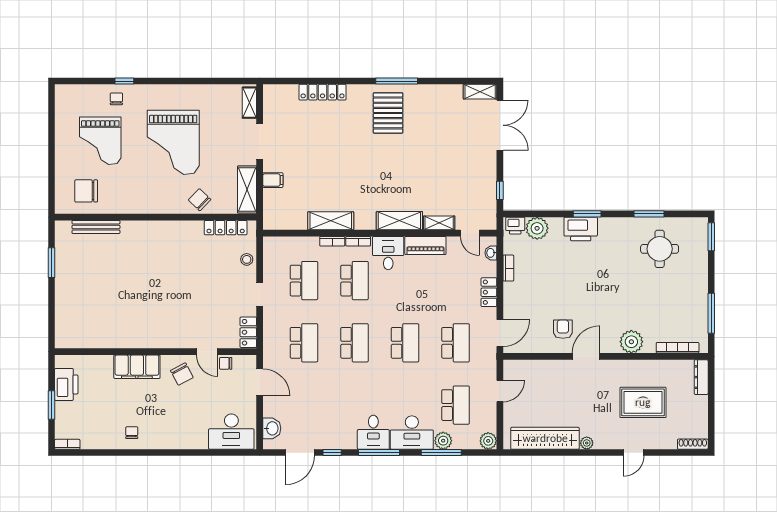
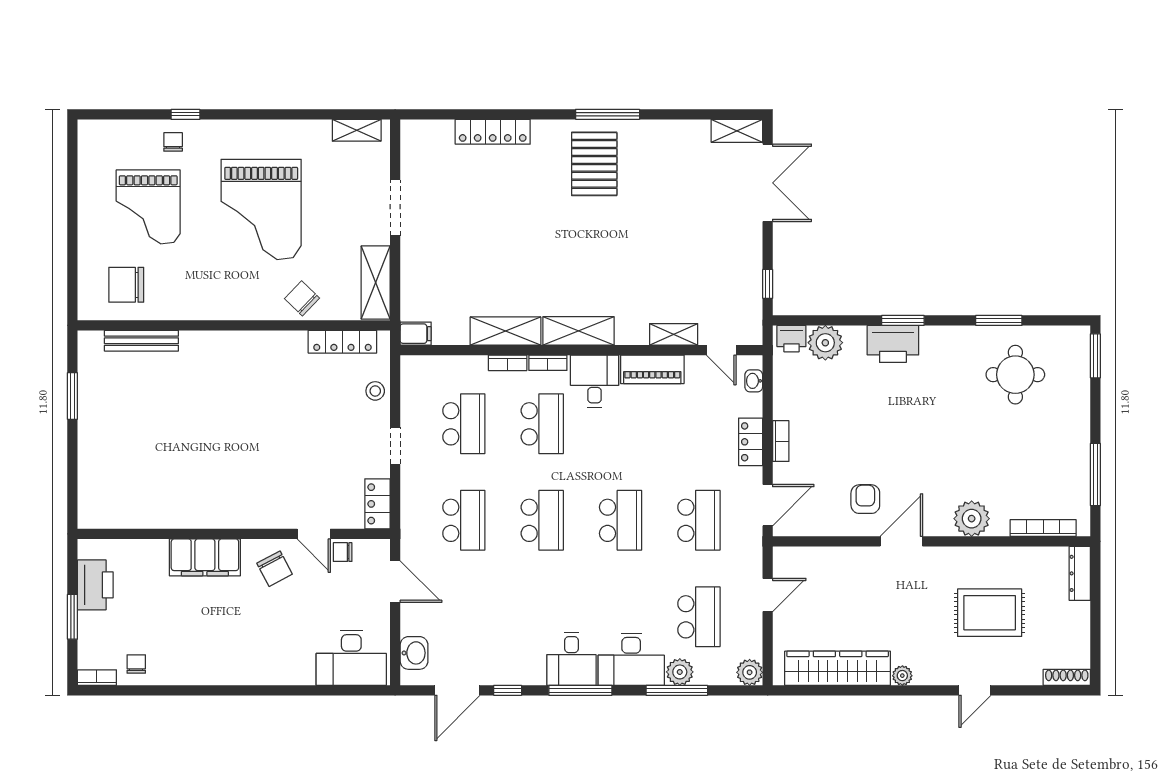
shelving: (249, 103) -> (357, 130), moved, turned 90
filing cabinet: (273, 180) -> (416, 334), moved
shelving: (399, 221) -> (578, 331), moved
bookcase: (508, 268) -> (781, 441), moved
chair: (132, 433) -> (136, 664), moved

